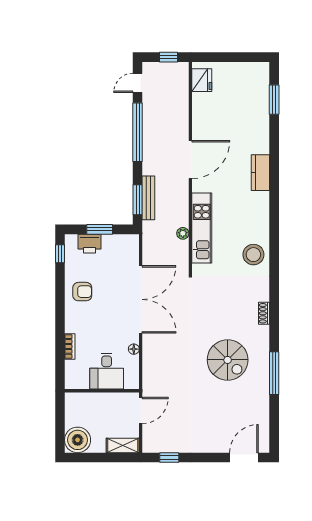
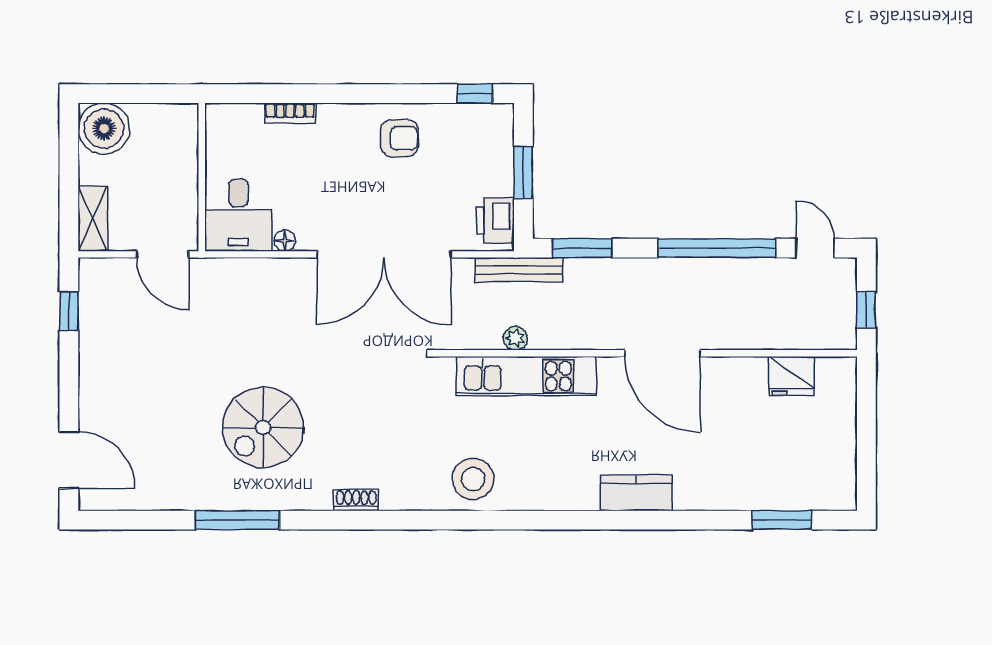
fridge: (202, 80) -> (791, 376), moved
bench: (148, 198) -> (519, 270), moved
printer: (90, 244) -> (495, 220), moved
armchair: (82, 292) -> (399, 138), turned -90
desk: (107, 371) -> (238, 215), moved, turned -90

